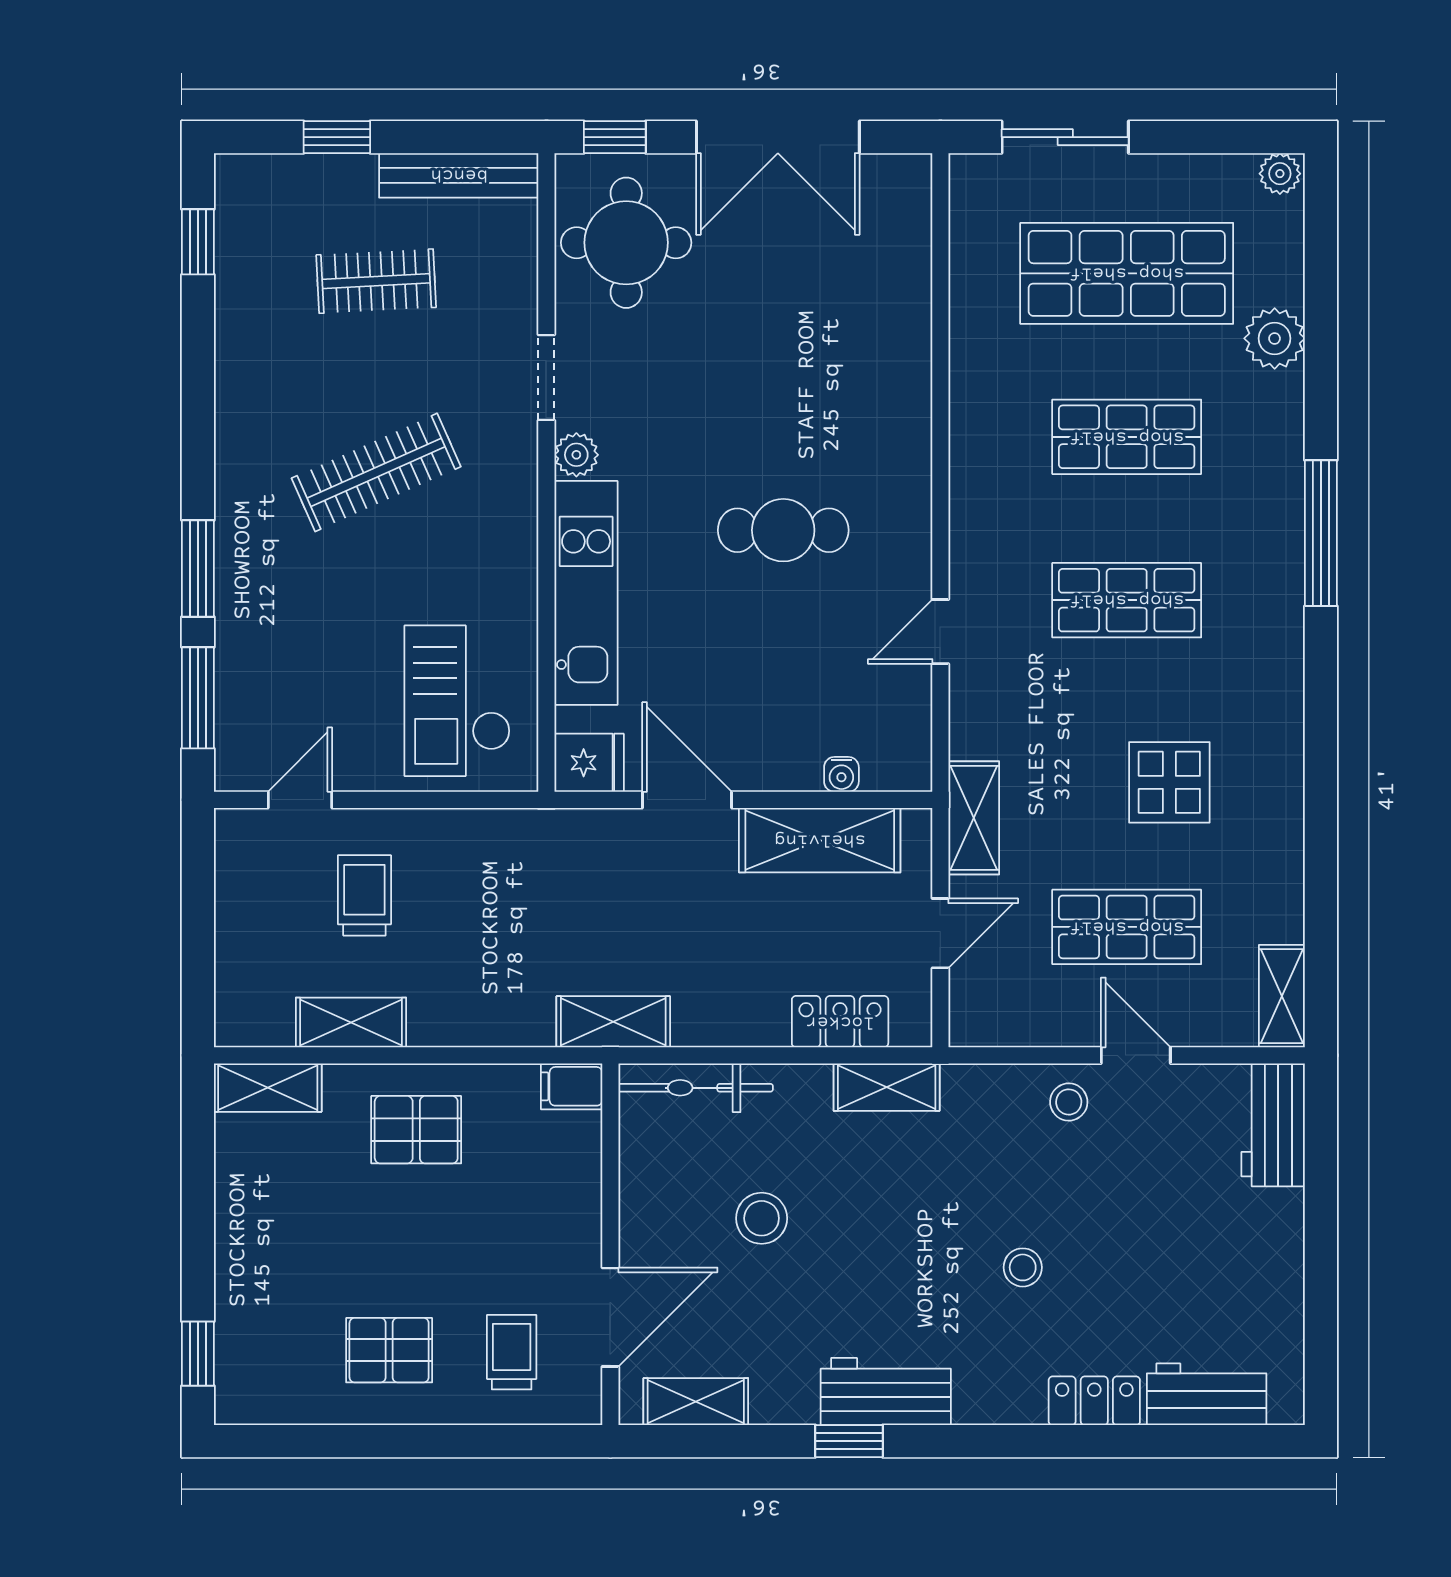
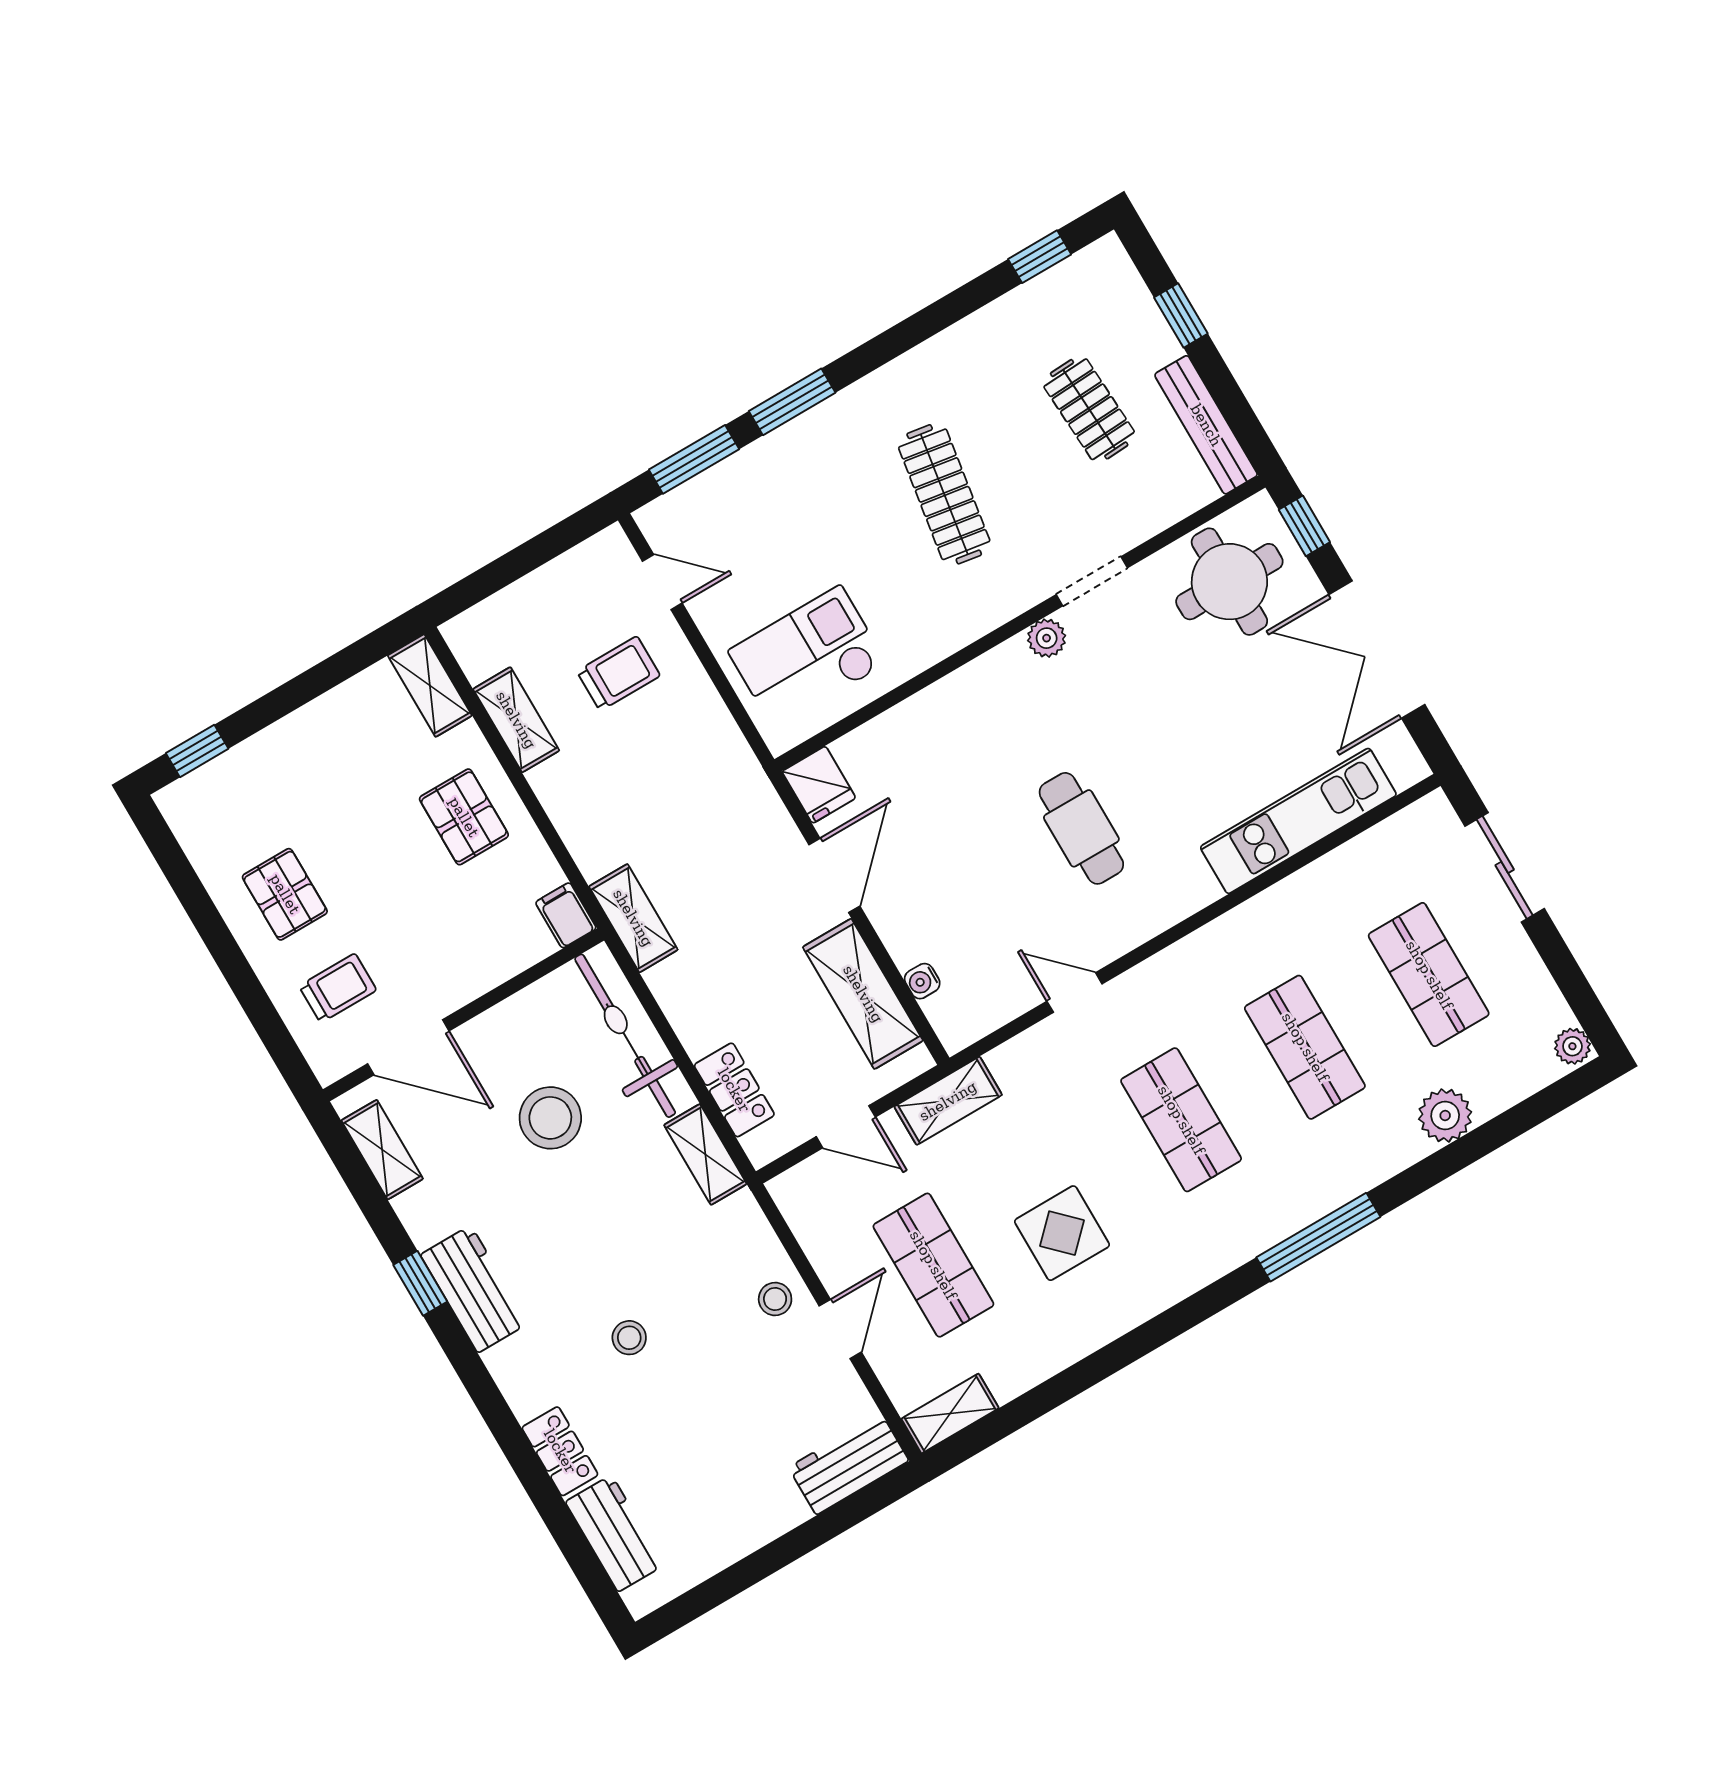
shop shelf: (1127, 273) -> (1429, 975), width x0.70, depth x0.74
clothes rail: (376, 472) -> (944, 494), turned 33
kitchen unit: (586, 593) -> (1298, 821), moved, turned 180
bicycle: (696, 1088) -> (625, 1036), width x1.37, depth x1.40
stool: (762, 1218) -> (550, 1118), width x1.38, depth x1.38

